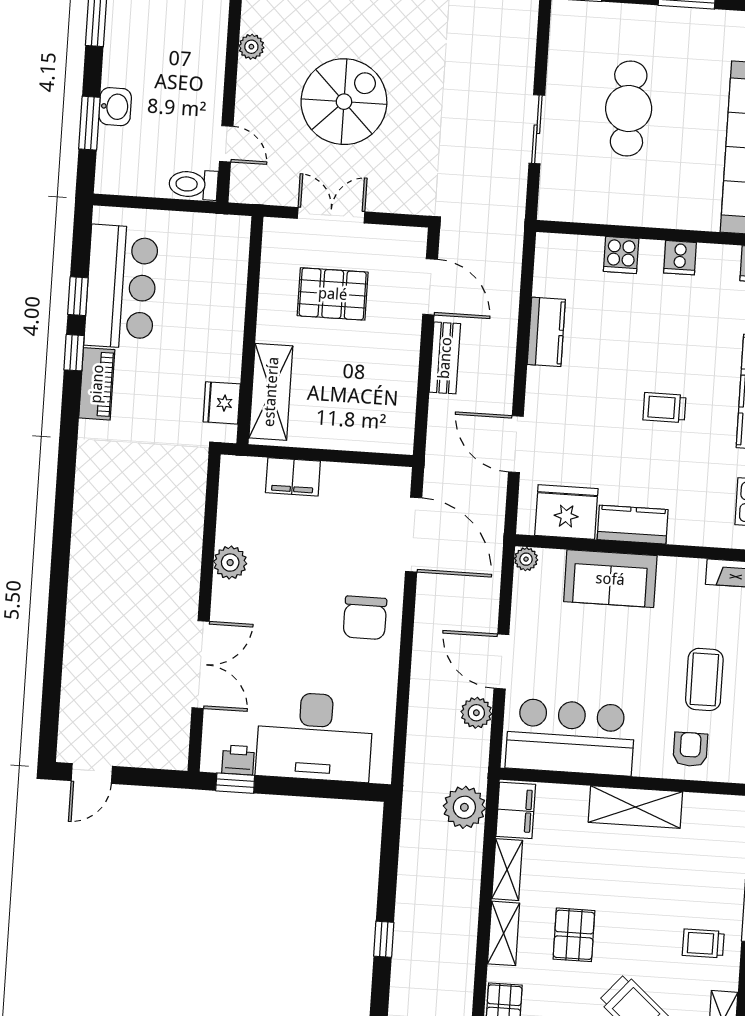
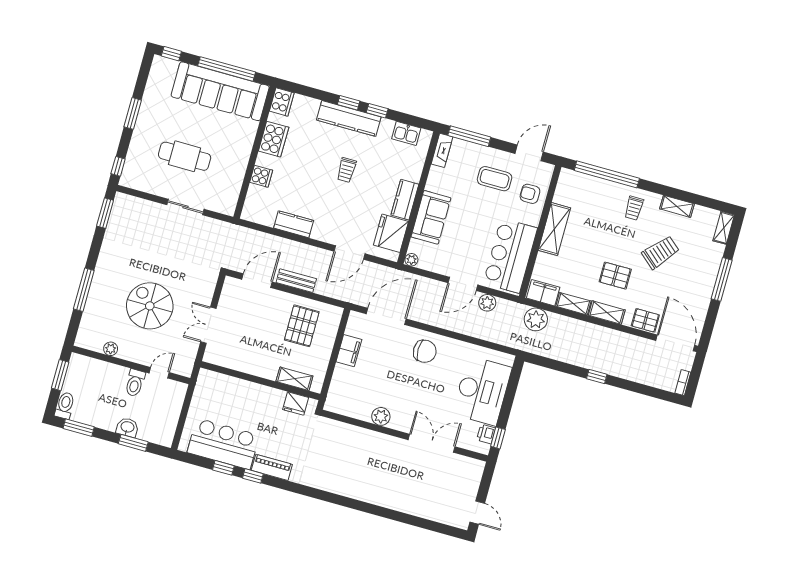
toilet: (193, 184) -> (135, 383), moved
cooker: (680, 258) -> (274, 139), width x1.87, depth x1.31
pallet: (333, 294) -> (302, 326), moved
shelving: (271, 392) -> (294, 379), width x0.67, depth x0.75
filing cabinet: (293, 477) -> (349, 351), moved

